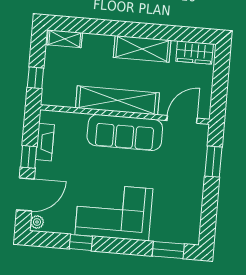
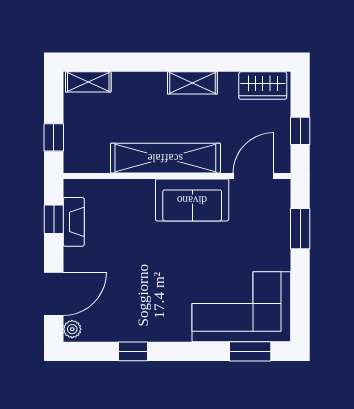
shelving: (142, 49) -> (192, 83), width x0.67, depth x0.75
window: (220, 89) -> (300, 131), added
sofa: (125, 132) -> (192, 200), width x0.73
window: (29, 157) -> (54, 219), moved
corner sofa: (114, 212) -> (241, 307), moved

